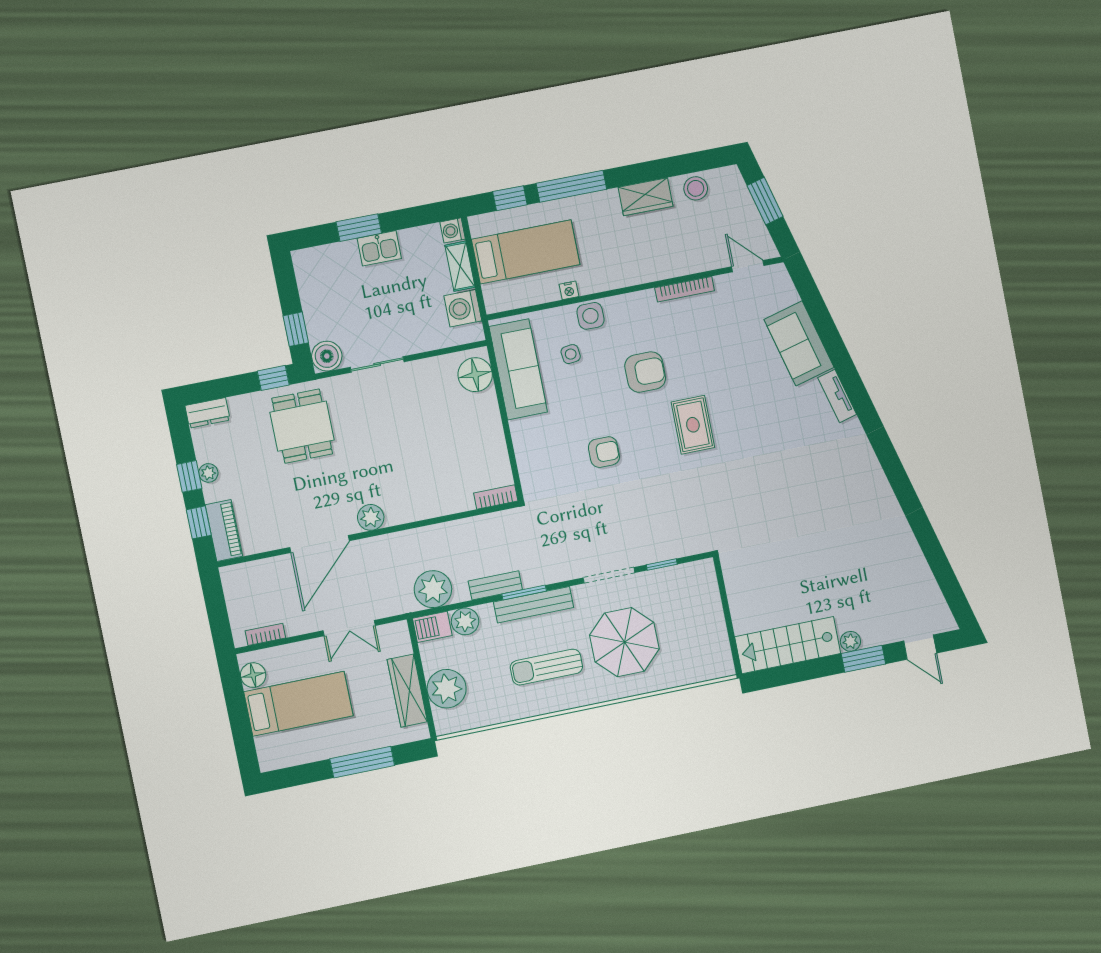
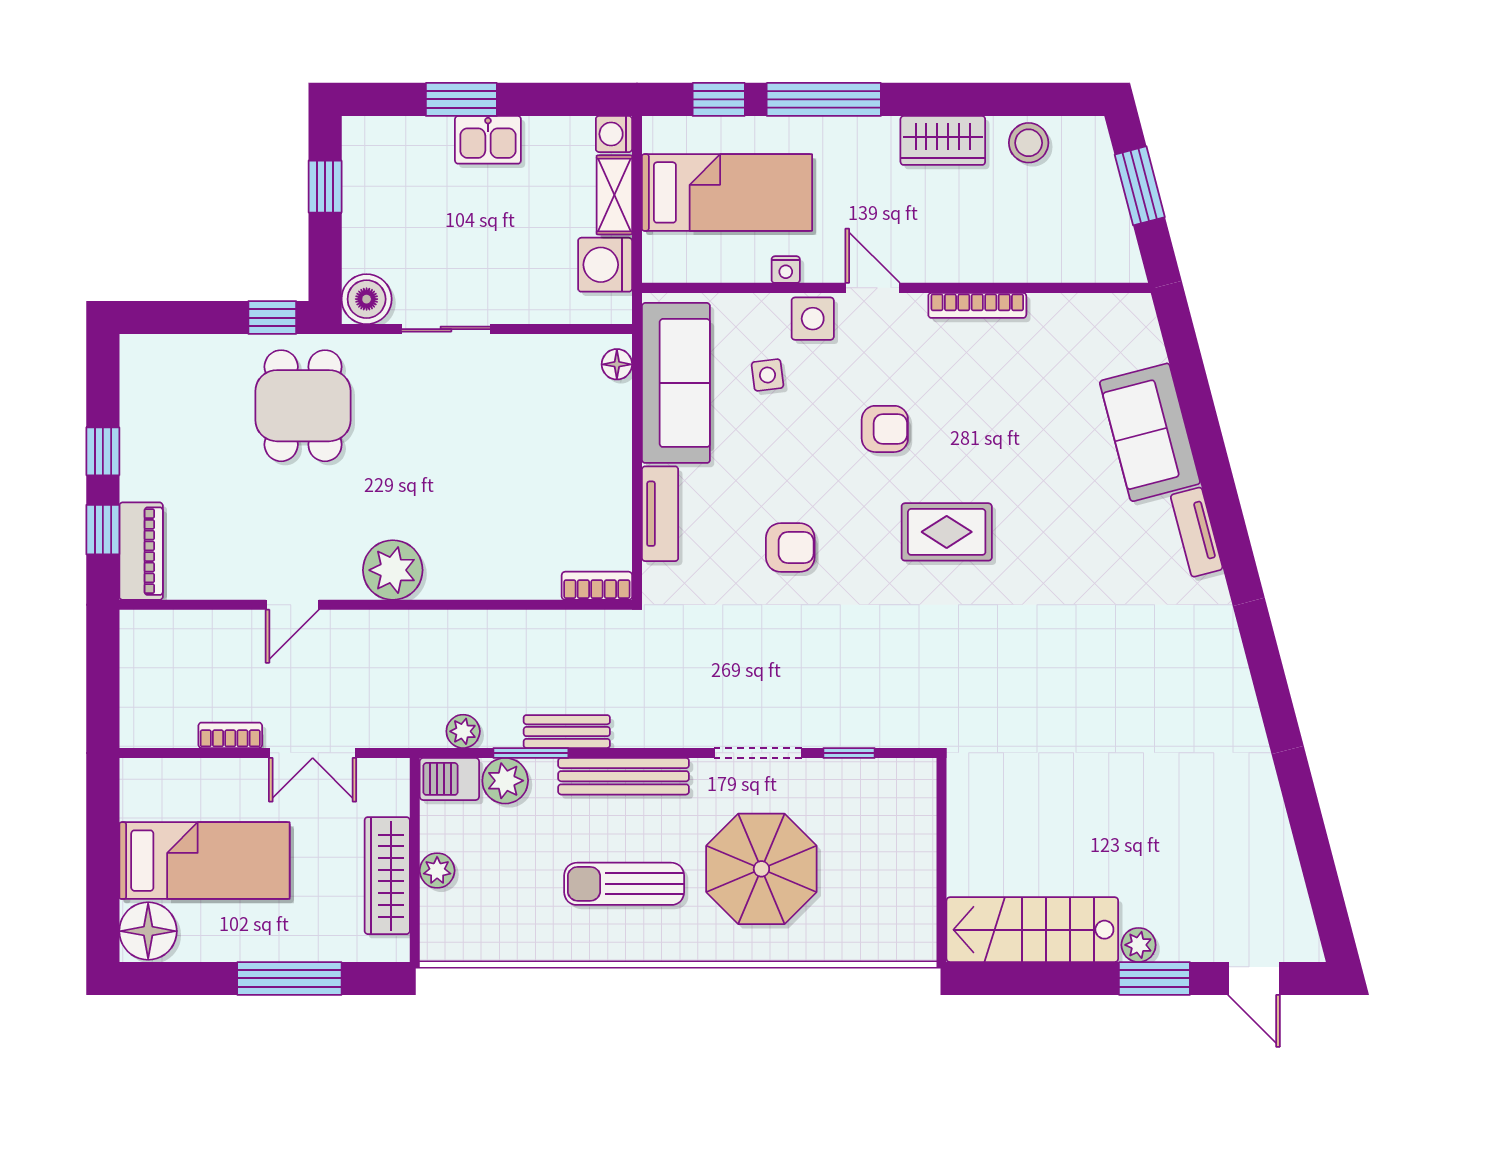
door: (748, 266) -> (873, 288), moved
window: (296, 329) -> (325, 187), moved
armchair: (645, 372) -> (885, 429), width x0.72, depth x0.72
floor lamp: (475, 375) -> (617, 364), width x0.53, depth x0.53
dresser: (208, 413) -> (154, 353), removed
rug: (693, 425) -> (947, 532), turned 90
tv unit: (524, 448) -> (660, 514), added
plant: (208, 473) -> (135, 452), removed
plant: (371, 517) -> (393, 570), width x1.36, depth x1.36
door: (319, 544) -> (292, 605), width x0.53
plant: (433, 589) -> (463, 731), width x0.53, depth x0.53
window: (524, 593) -> (531, 753), moved
bookcase: (265, 634) -> (230, 735), moved
floor lamp: (253, 675) -> (148, 931), moved, width x1.38, depth x1.38
plant: (447, 689) -> (437, 871), width x0.53, depth x0.53

